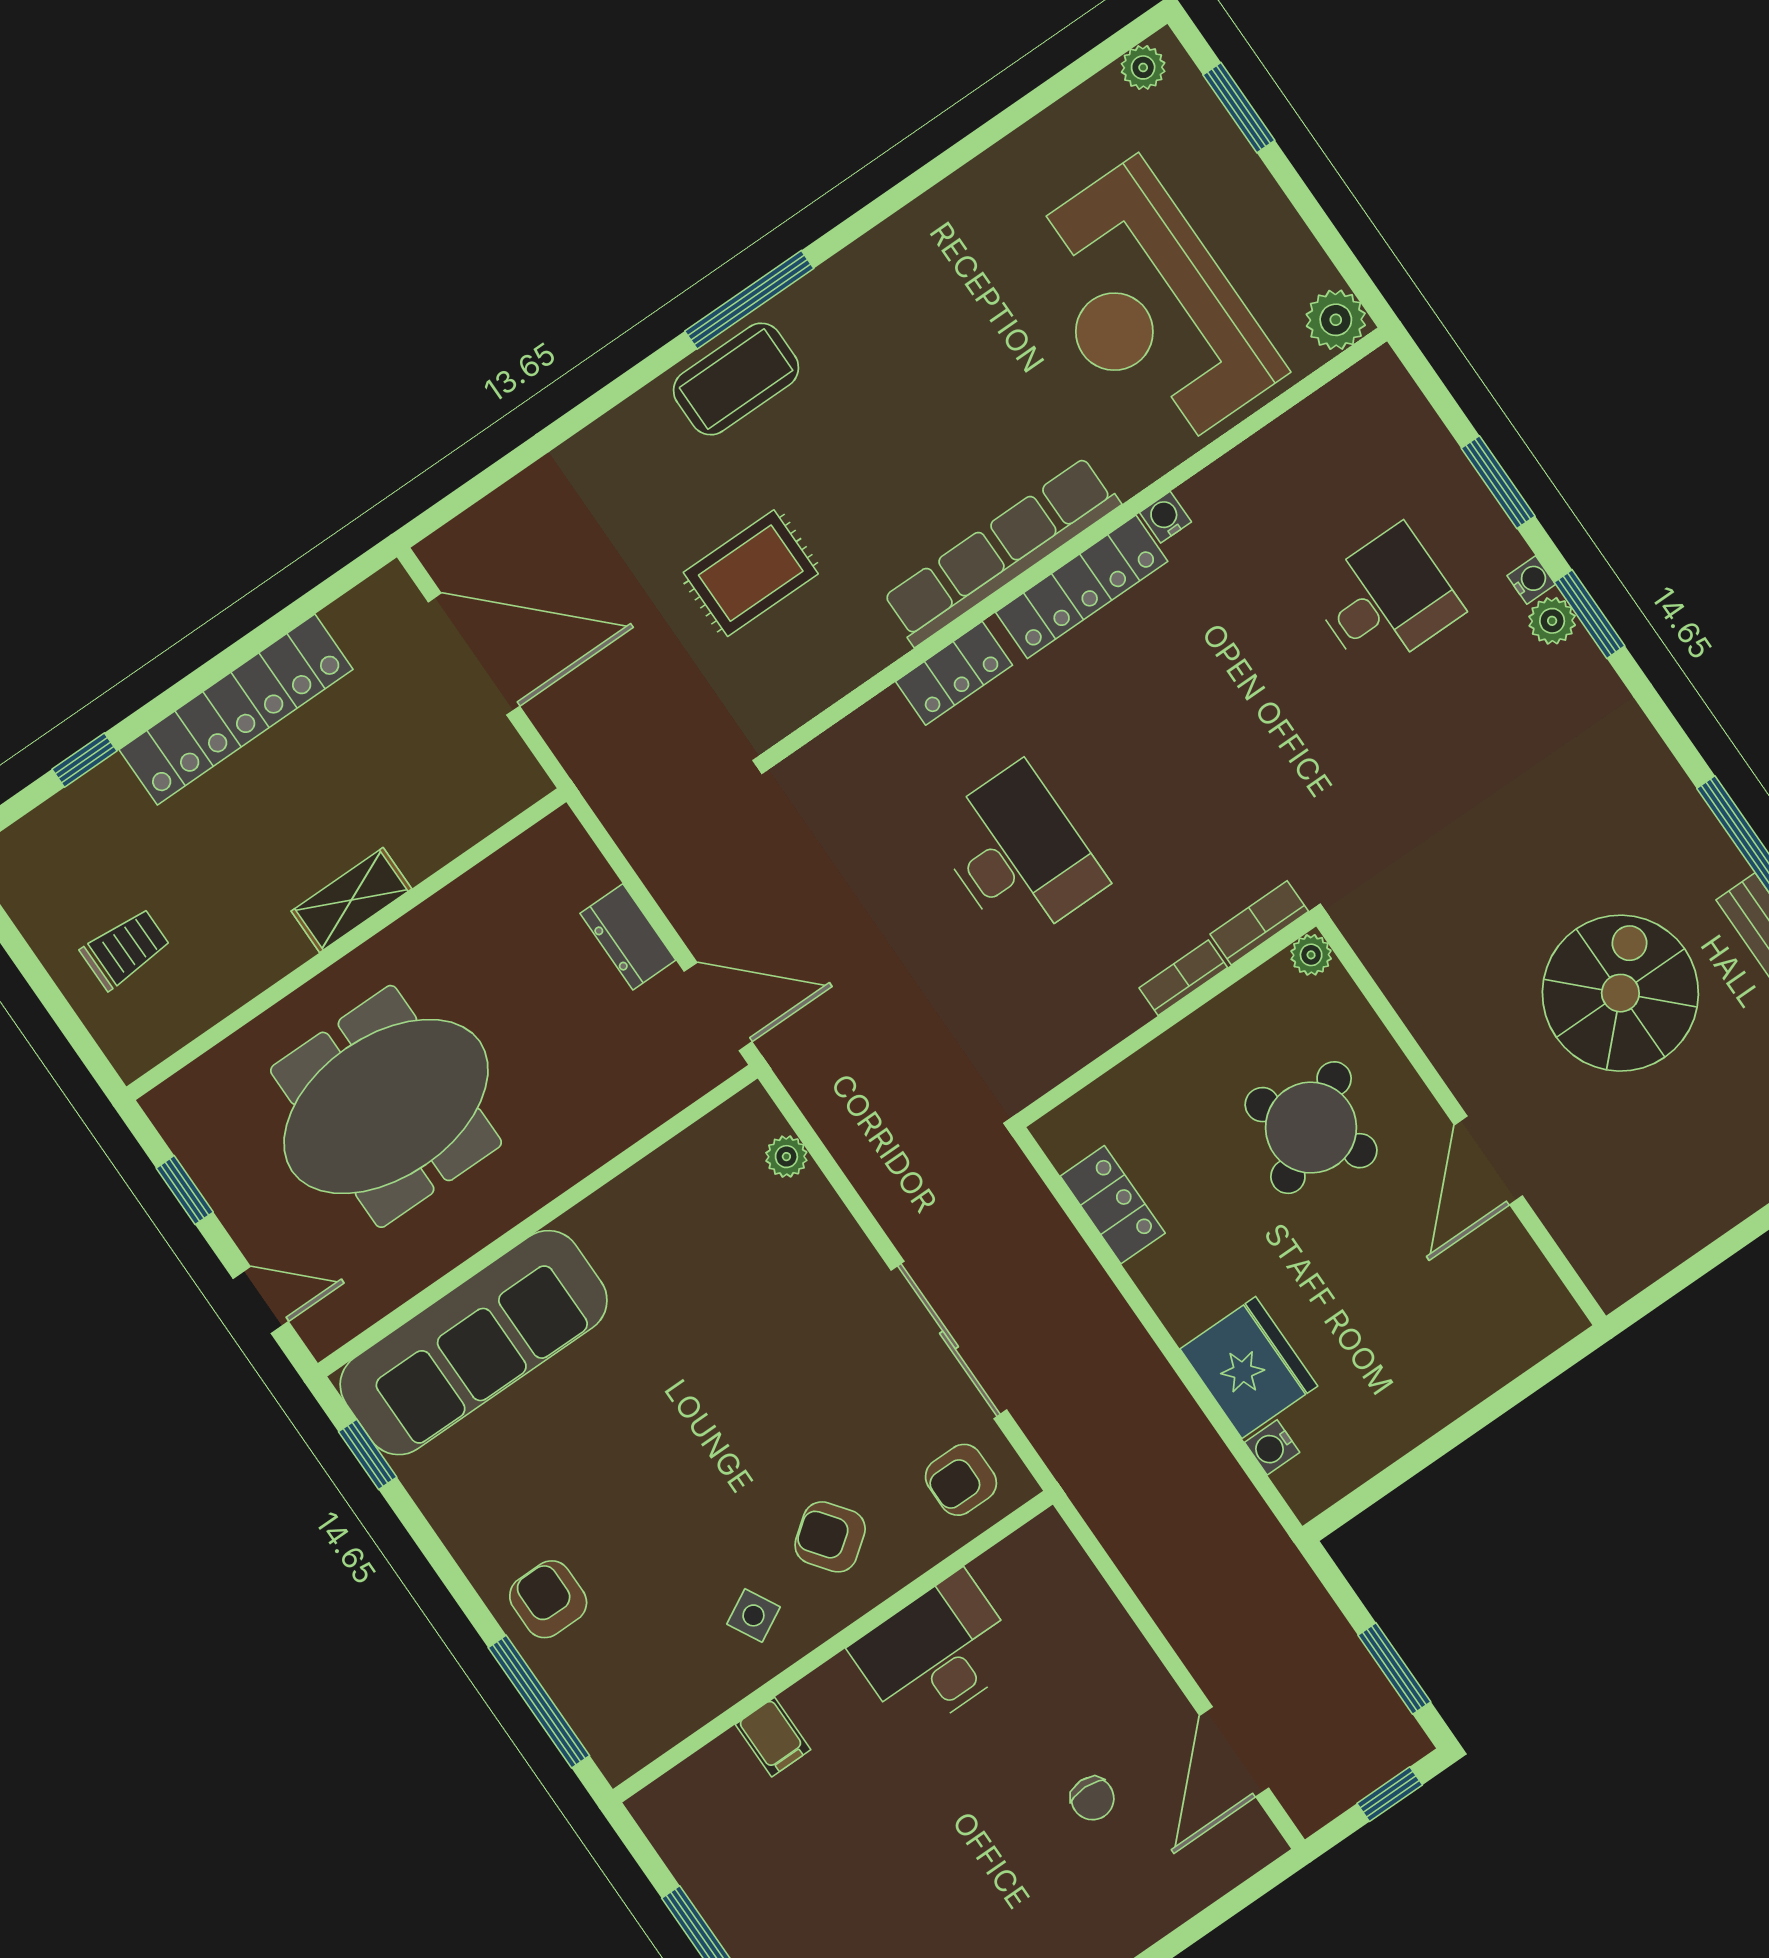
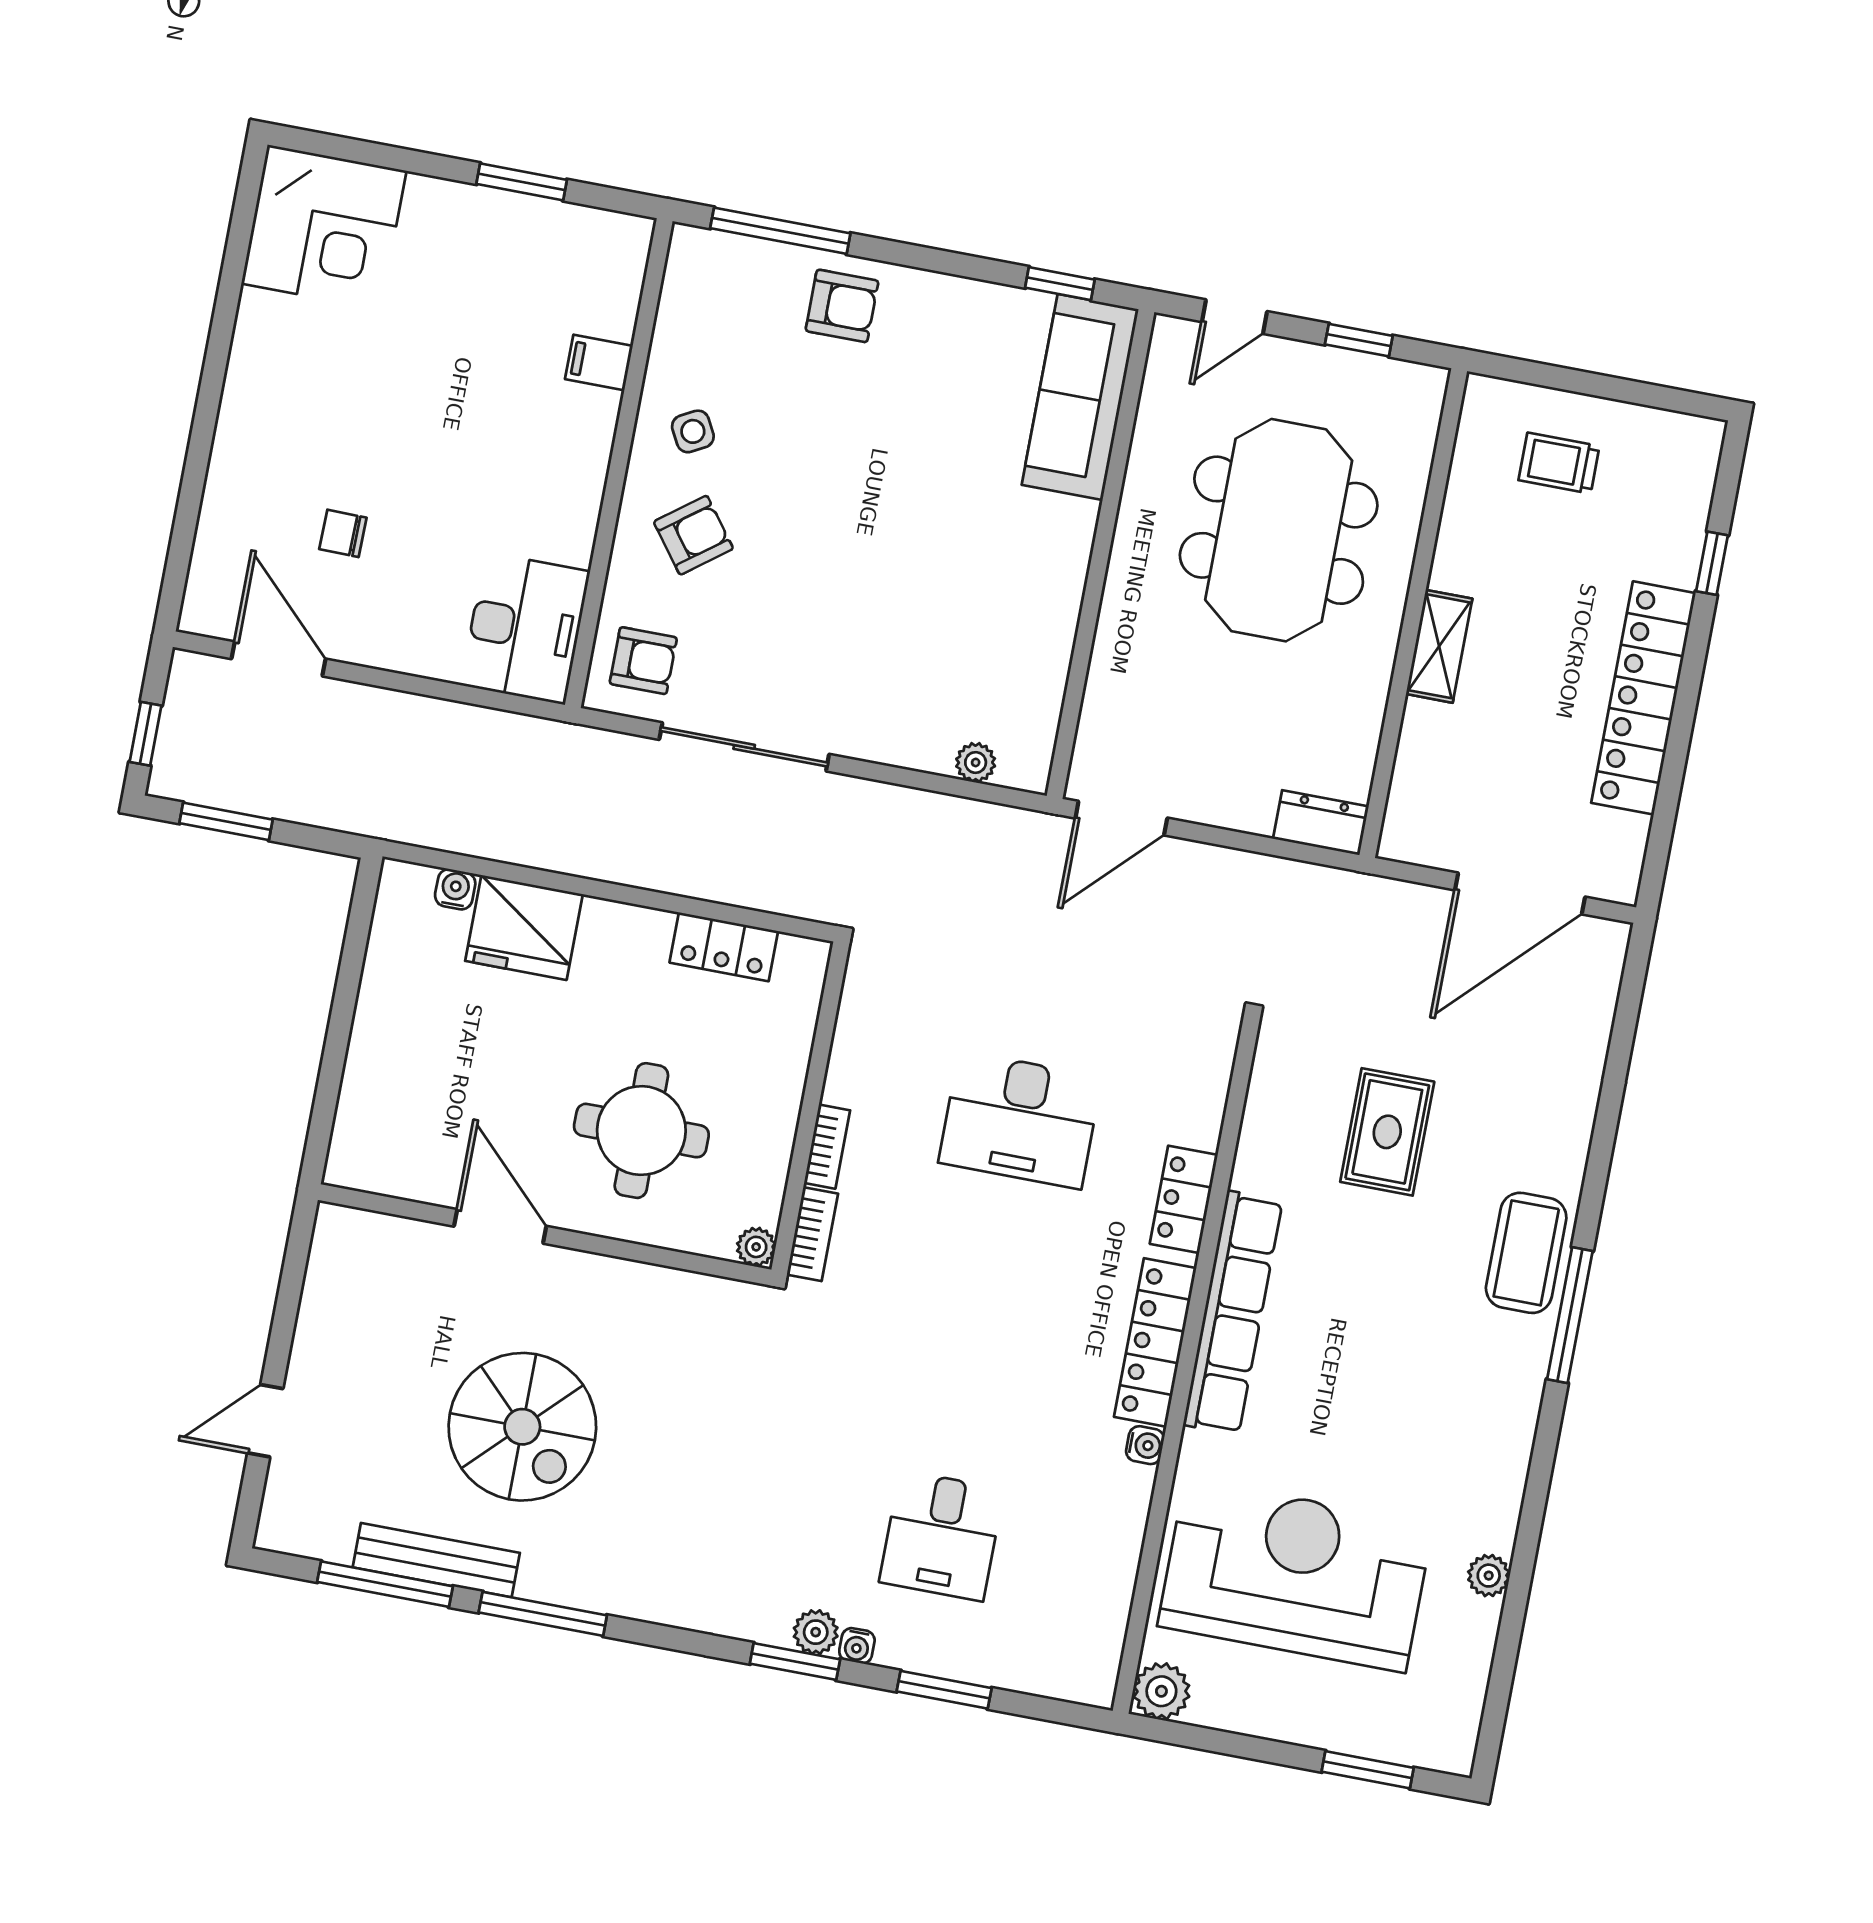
plant: (1143, 67) -> (1489, 1576), moved
dresser: (628, 937) -> (1321, 823), moved
trolley: (125, 949) -> (1559, 463), turned 90
round table: (1311, 1128) -> (641, 1131), turned 30
sofa: (474, 1343) -> (1080, 397), width x0.74, depth x0.79
armchair: (961, 1480) -> (643, 661), turned 90
desk: (937, 1654) -> (525, 628), moved

